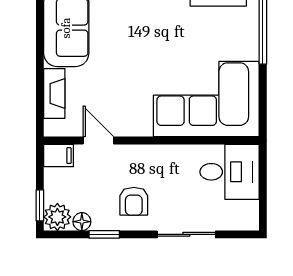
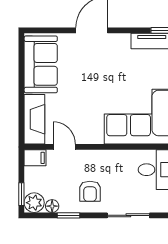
fireplace: (54, 94) -> (34, 119), width x1.37, depth x1.32

